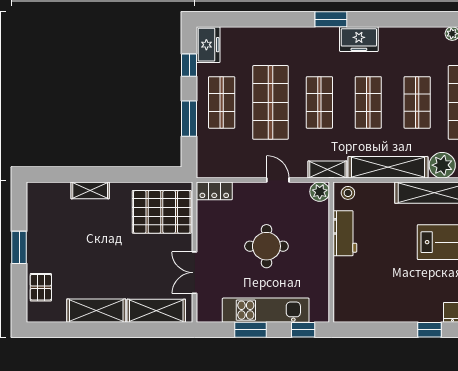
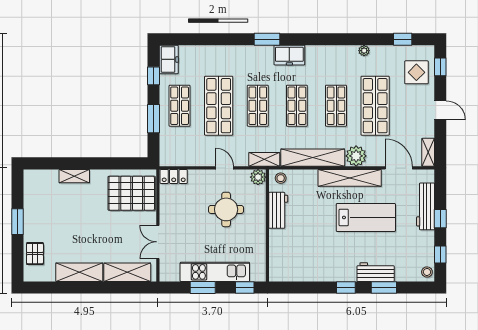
round table: (266, 246) -> (226, 209), moved

